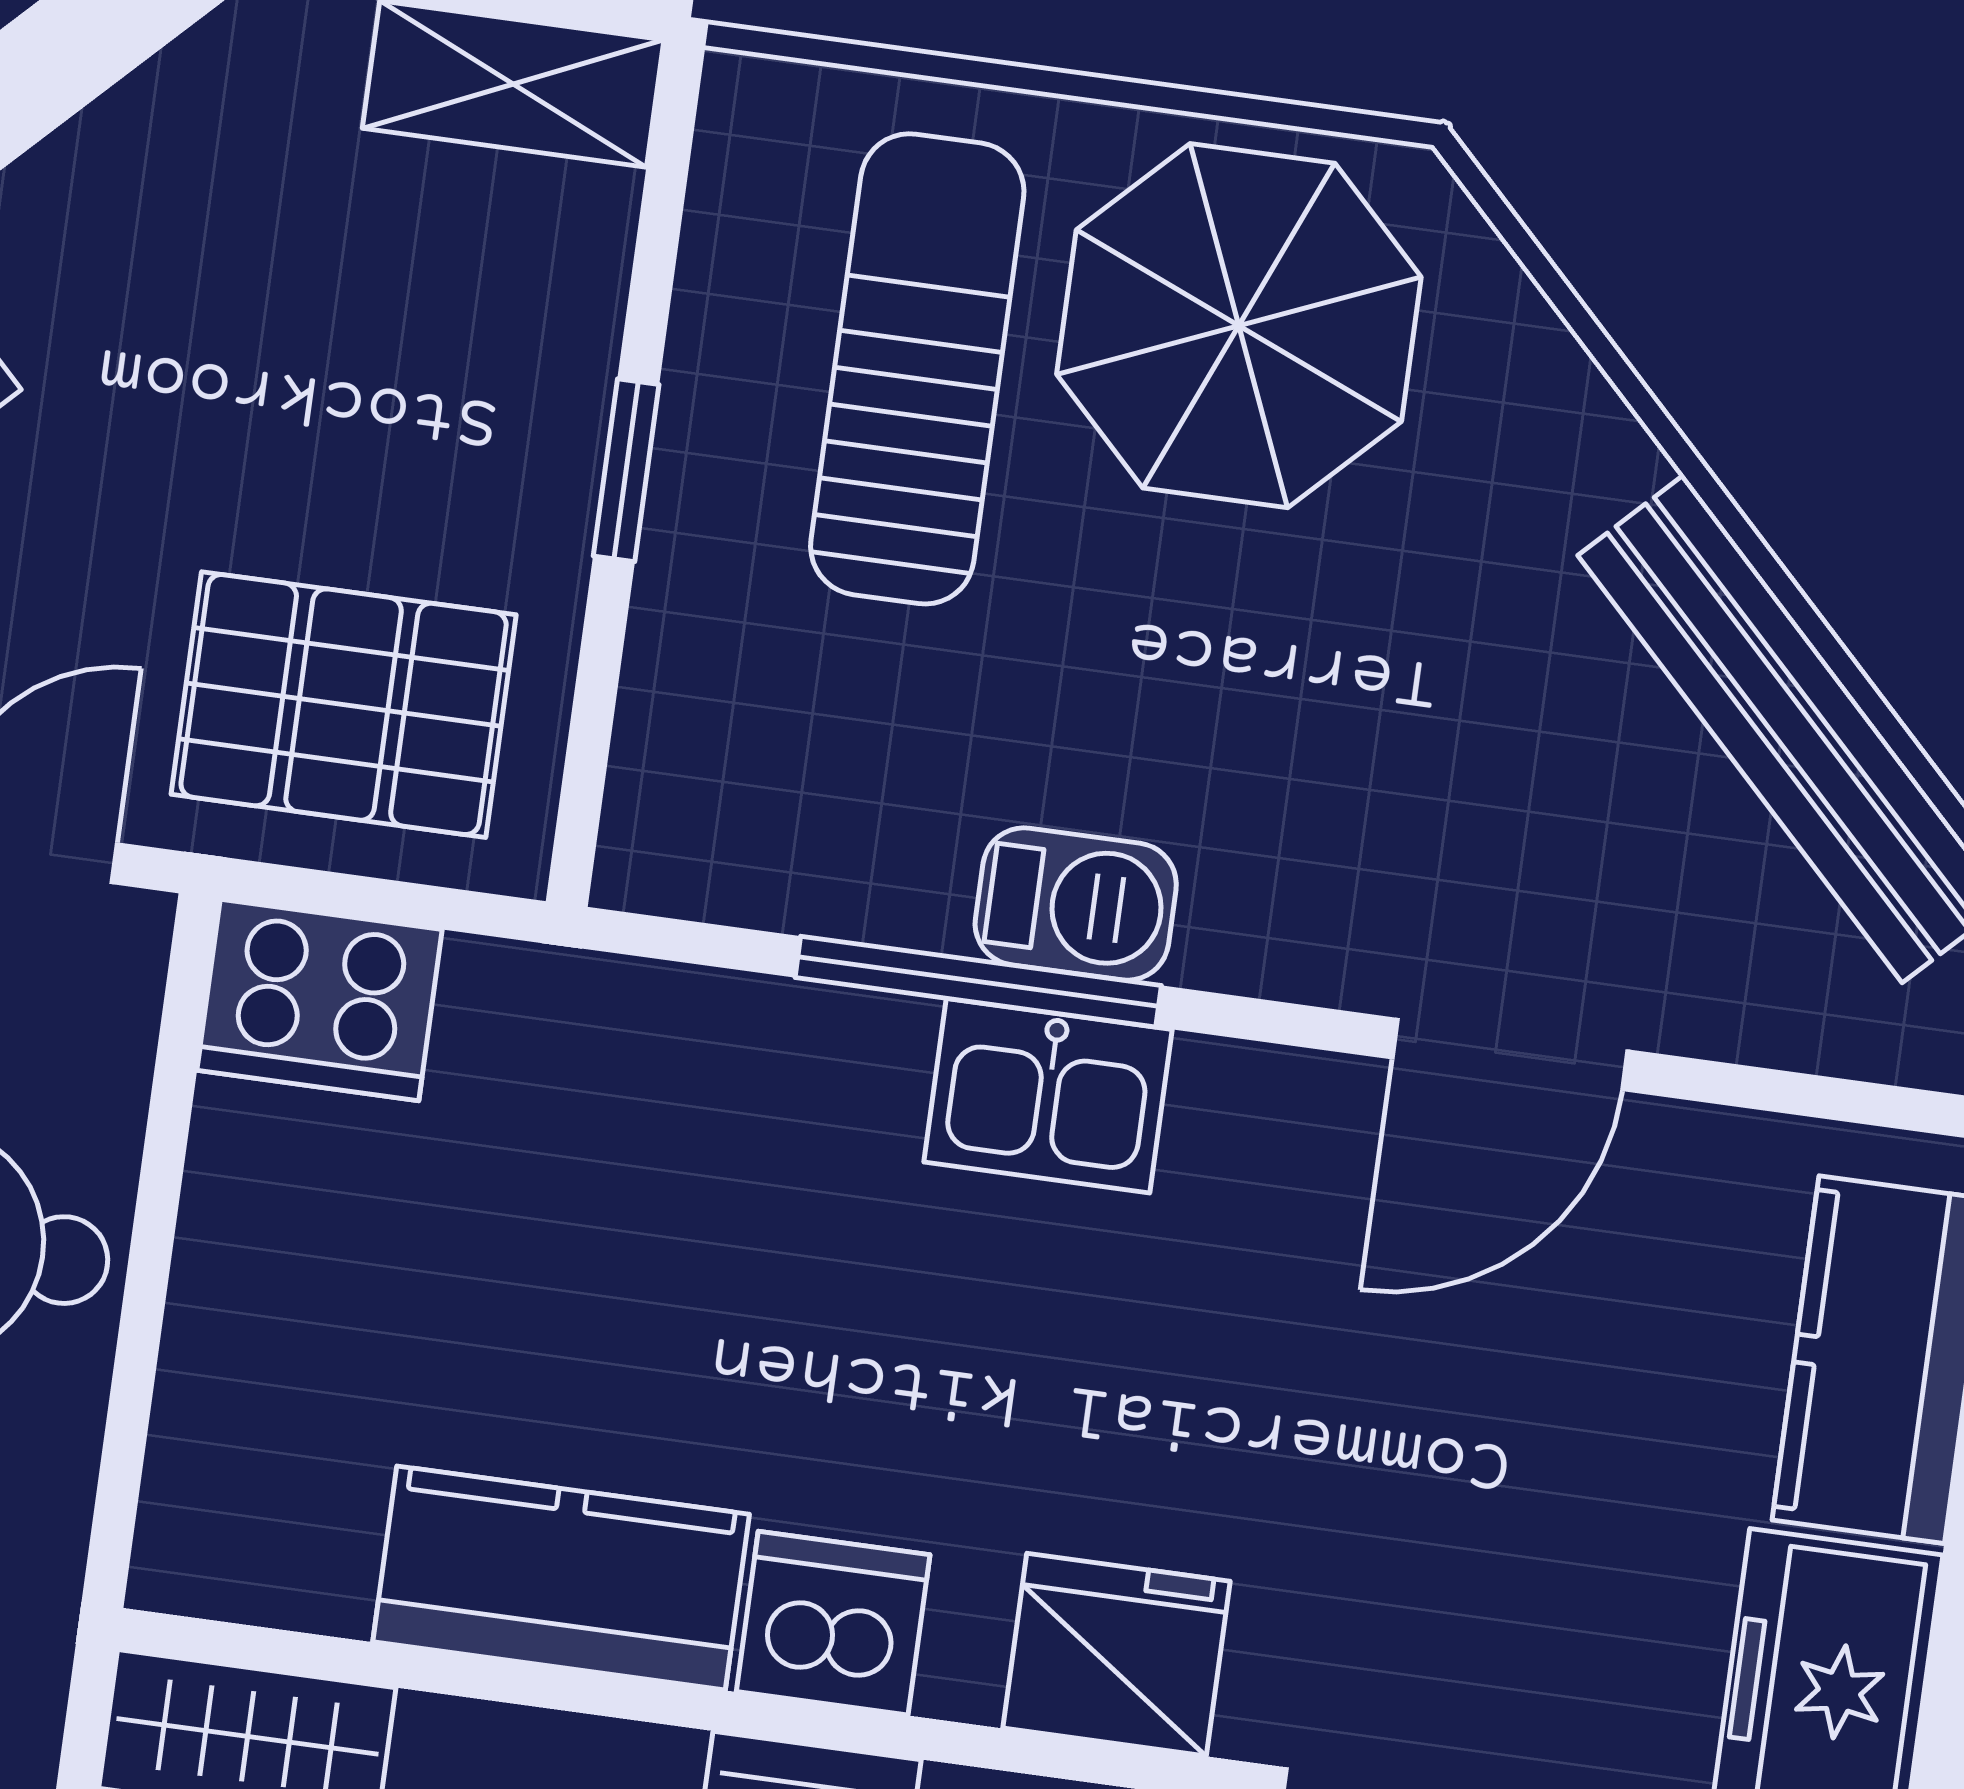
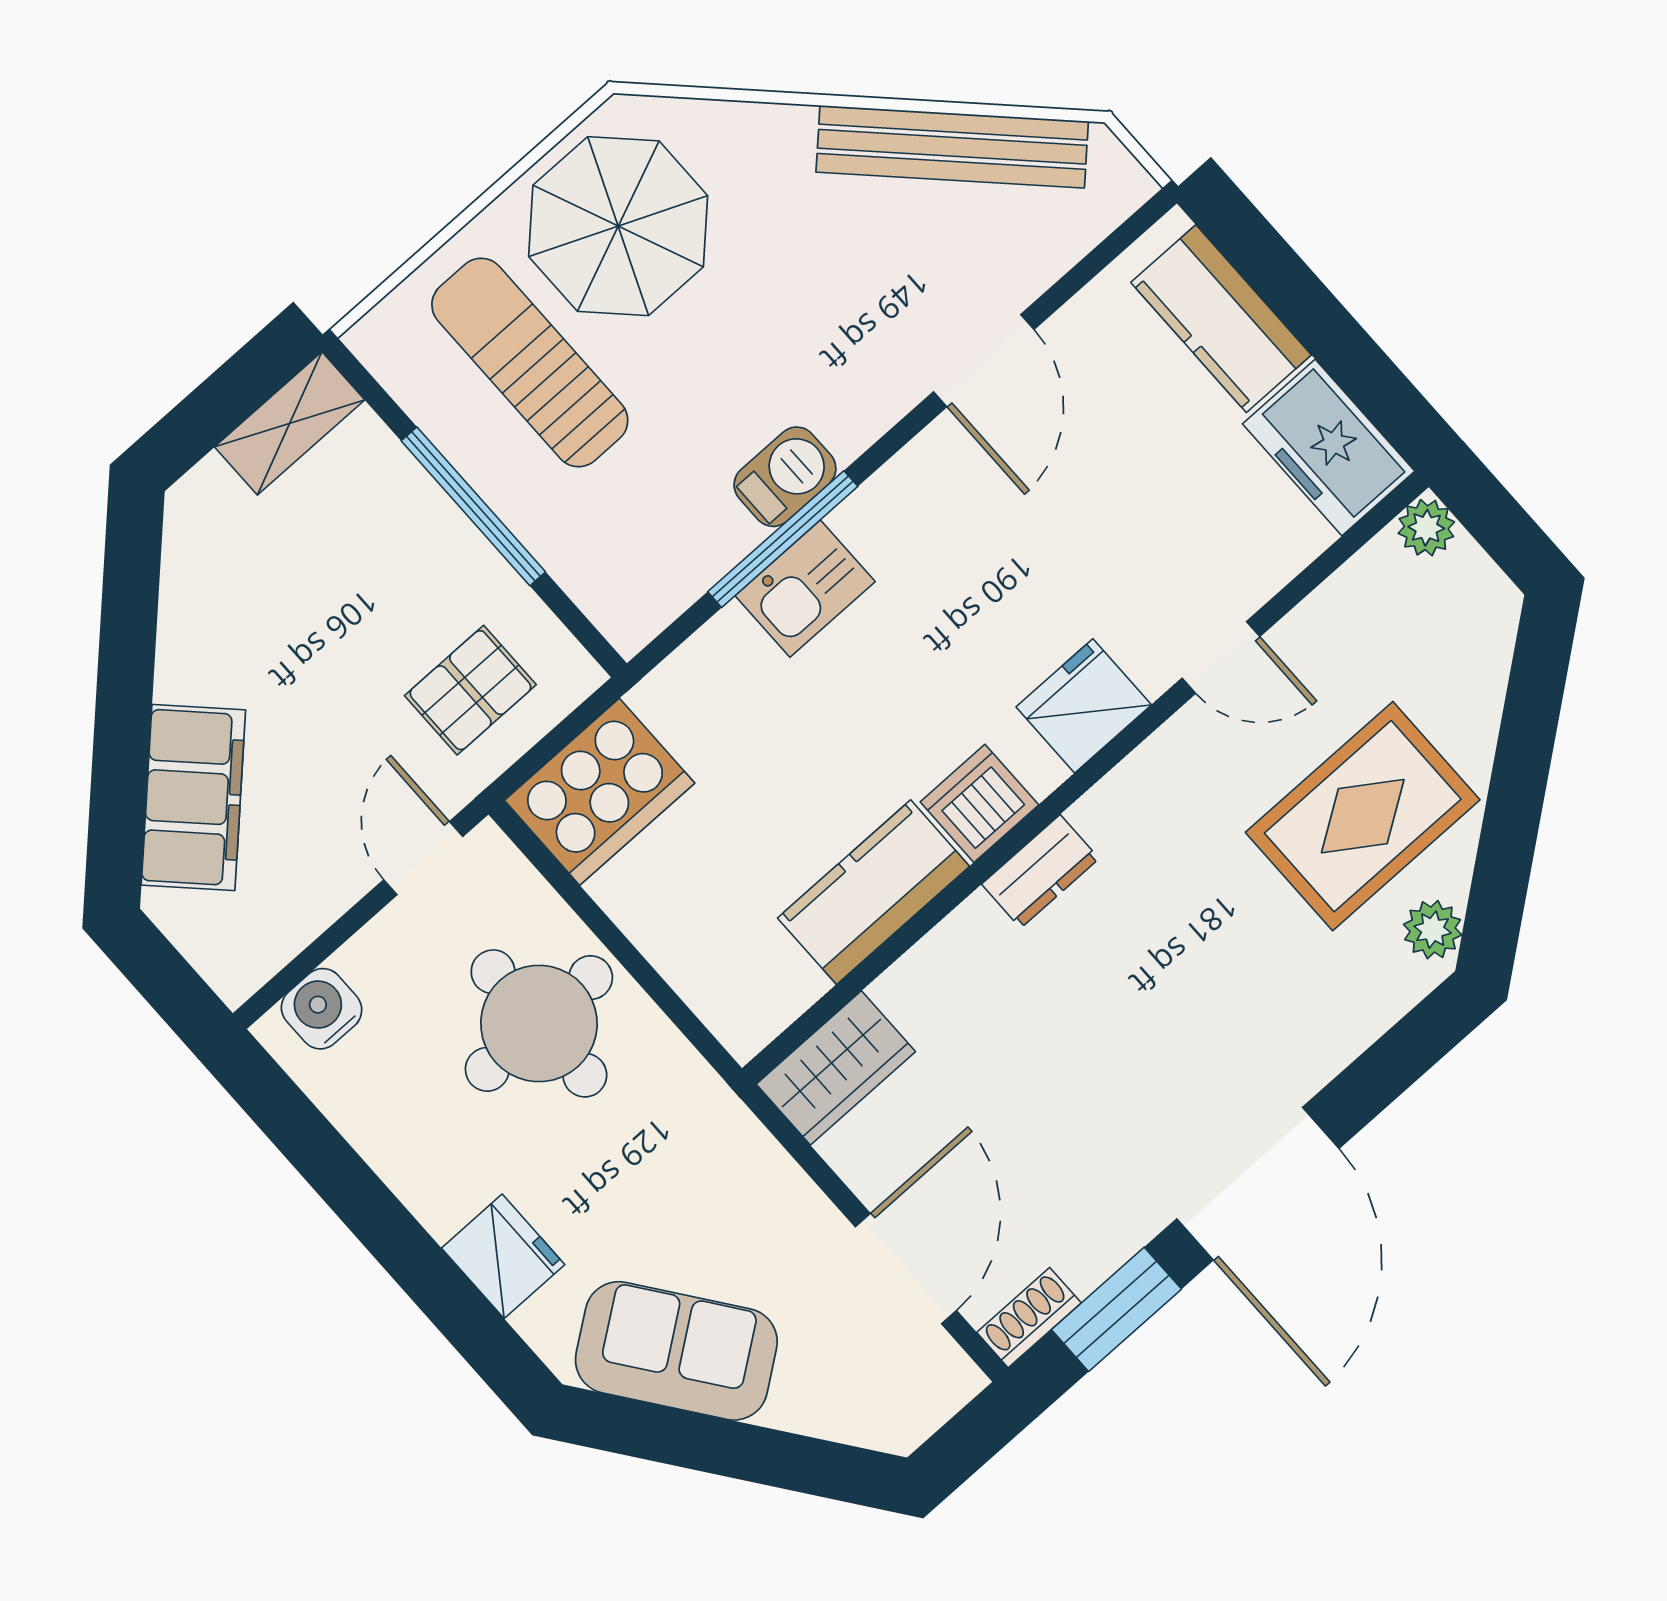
window: (626, 470) -> (473, 506), width x2.17
pallet: (344, 705) -> (470, 690), width x0.67, depth x0.71
cooker: (320, 1000) -> (600, 792), width x1.37, depth x1.31
kitchen sink: (1048, 1096) -> (805, 589), moved

